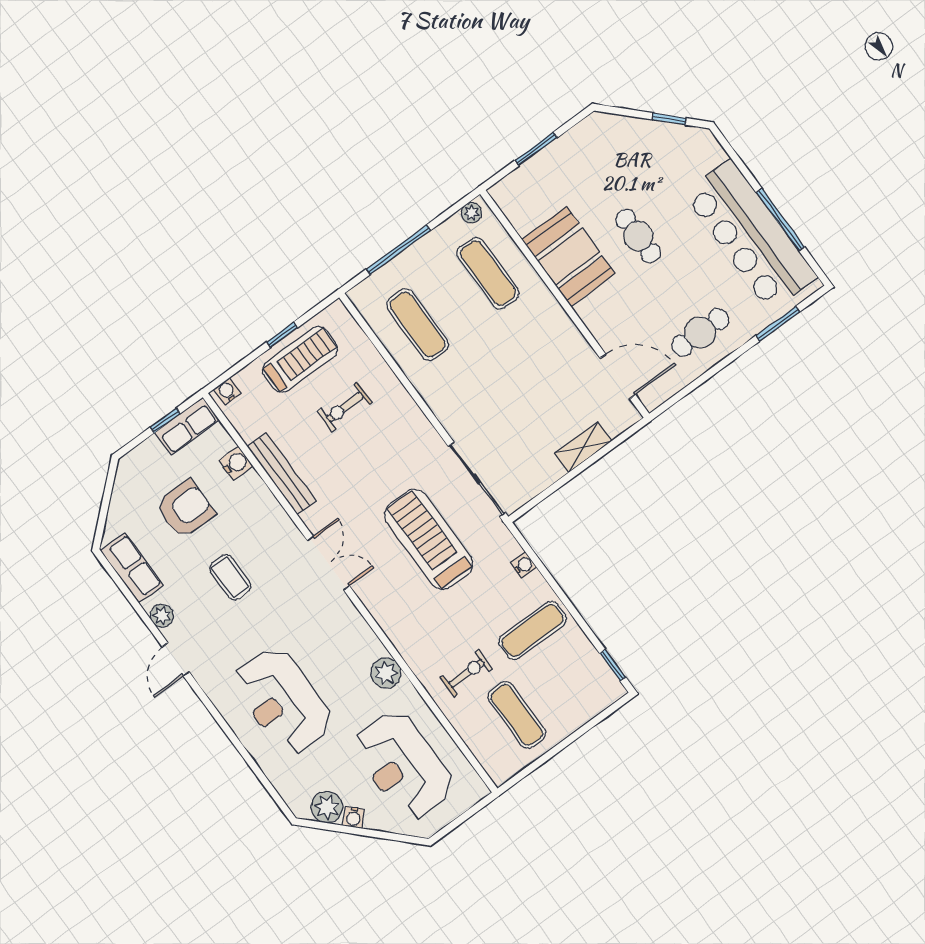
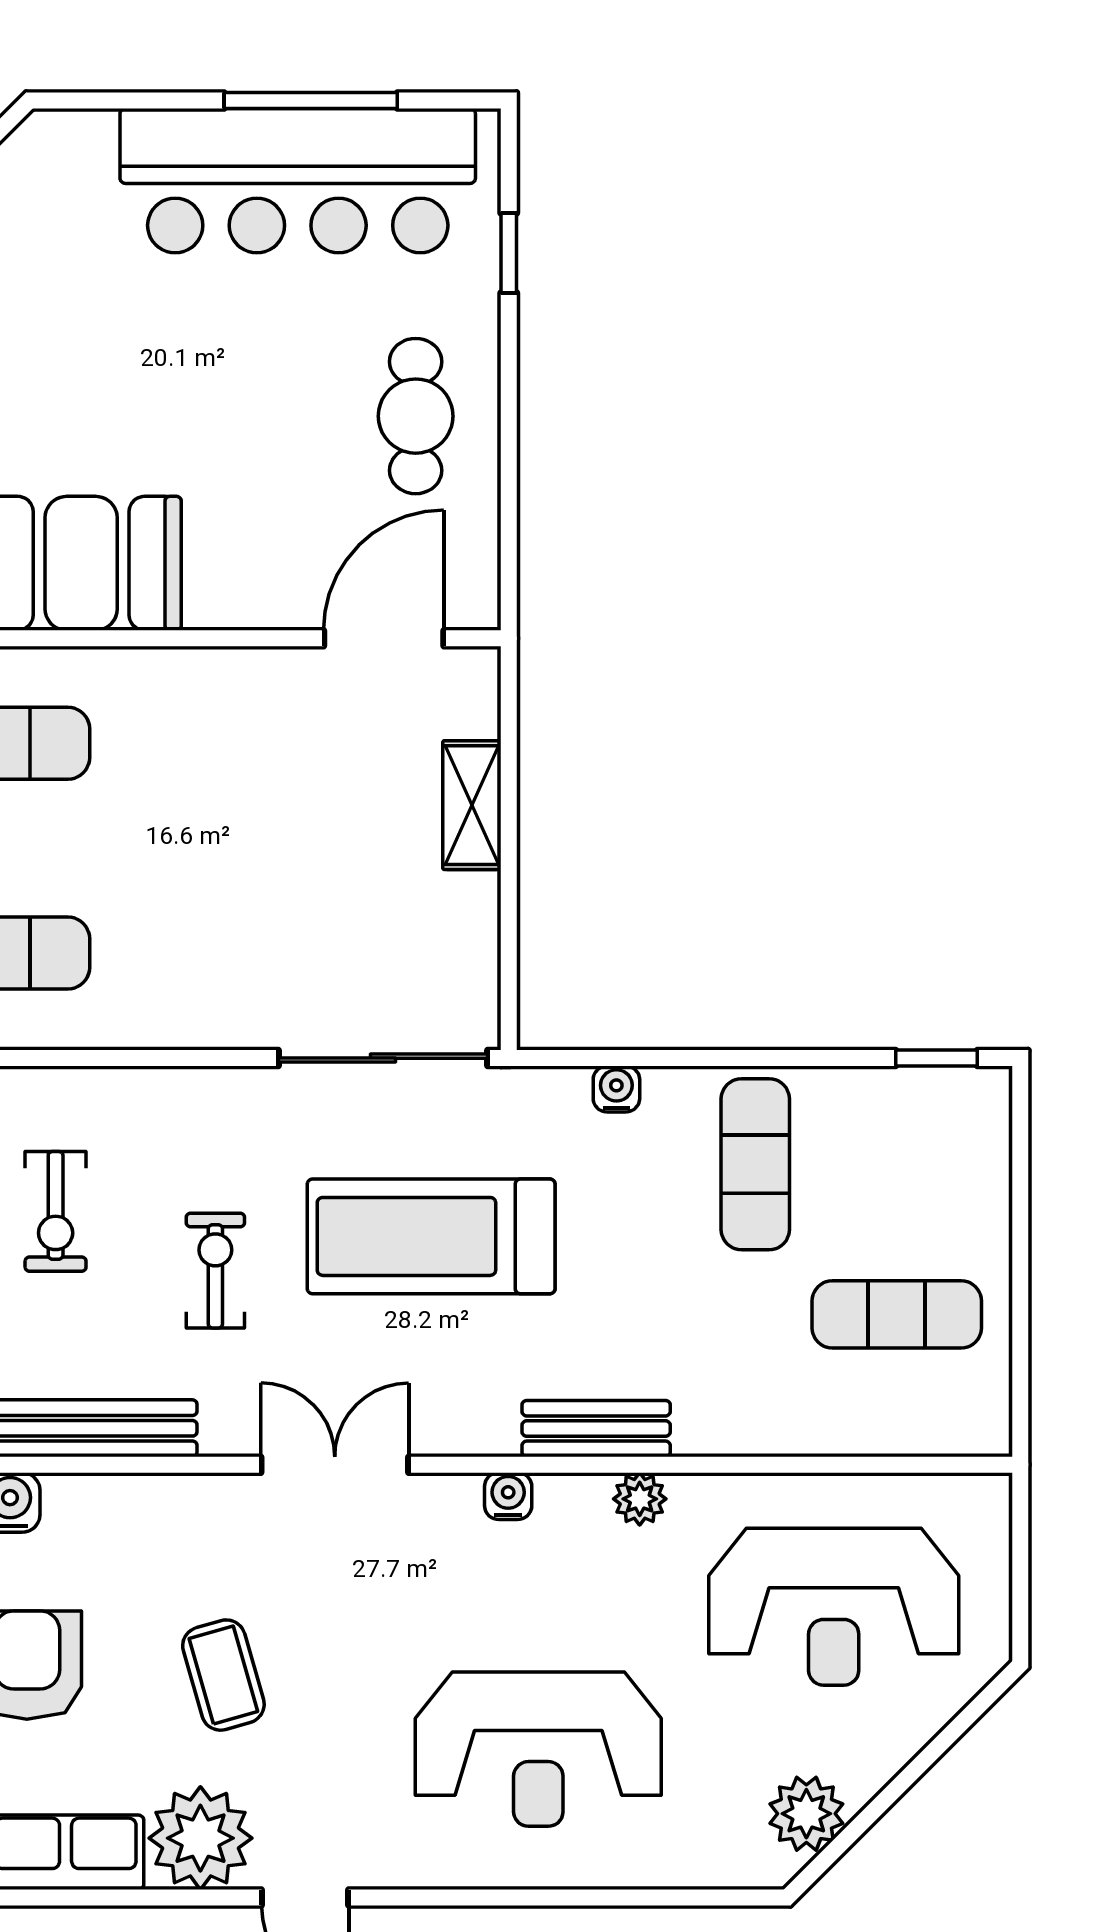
cafe table: (638, 236) -> (140, 399), removed
window: (778, 324) -> (509, 253), width x0.67
coffee table: (230, 577) -> (223, 1675), turned 74
plant: (162, 616) -> (200, 1838), width x1.87, depth x1.87
bench: (405, 642) -> (596, 1429), added
plant: (386, 673) -> (640, 1499), width x0.73, depth x0.73
exercise bike: (467, 673) -> (215, 1271), moved
water cooler: (353, 817) -> (508, 1496), moved, turned -135

